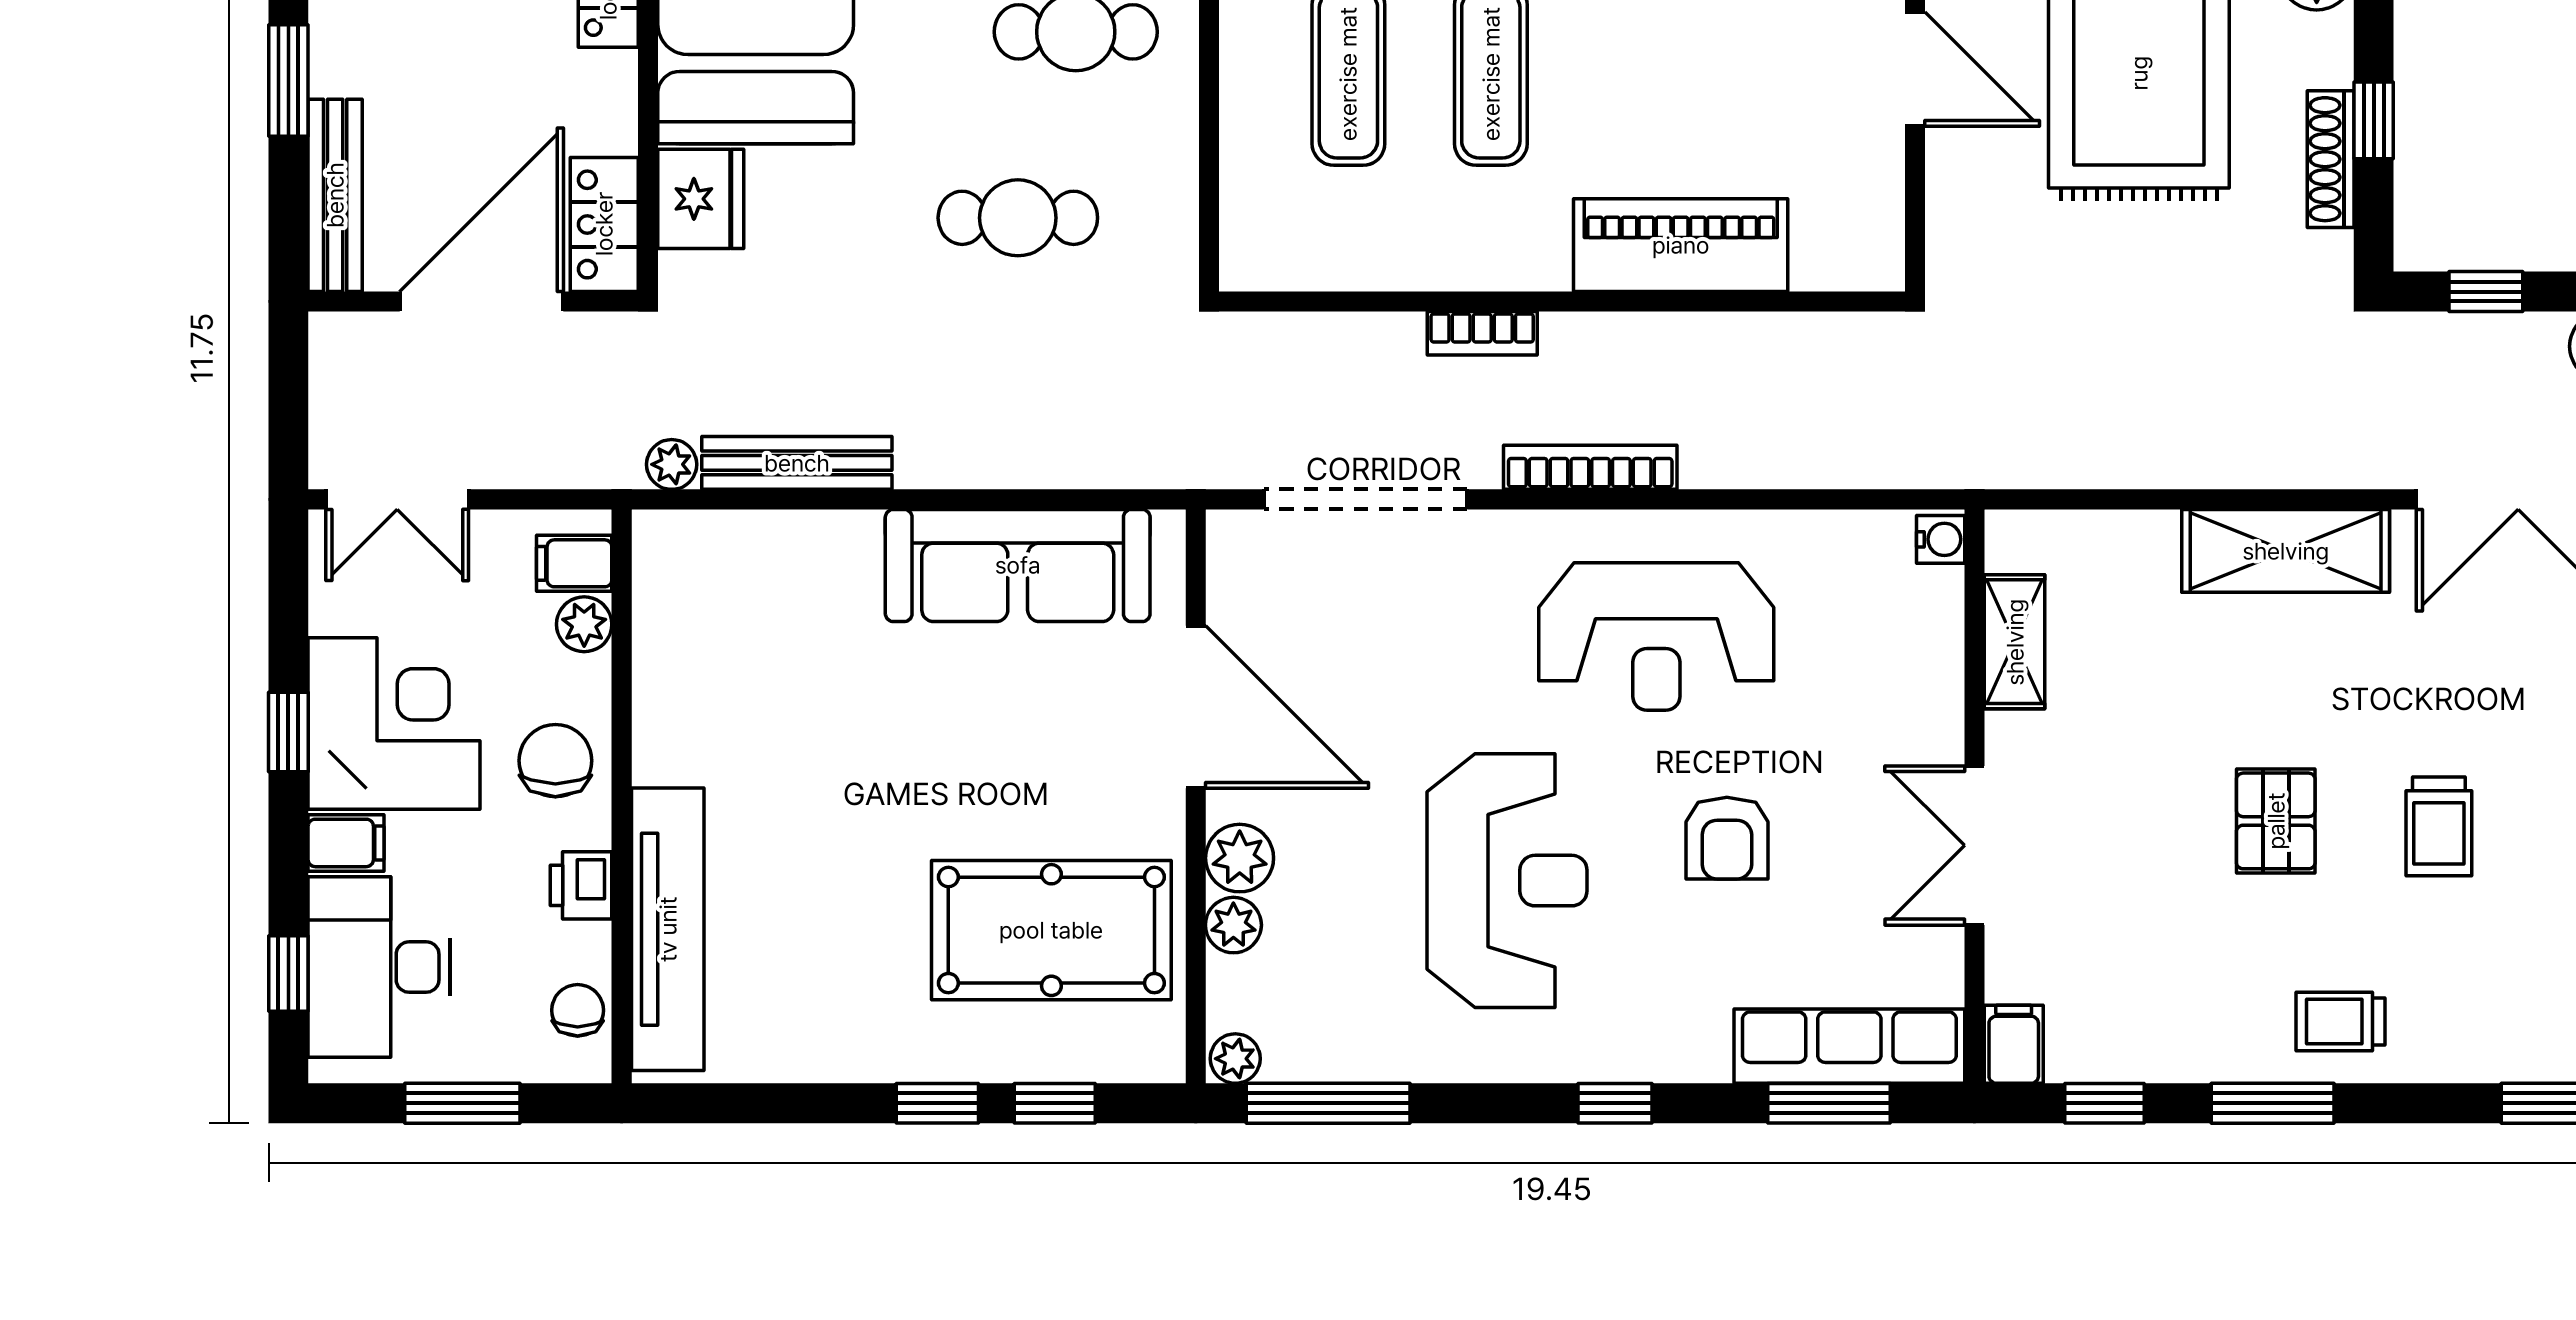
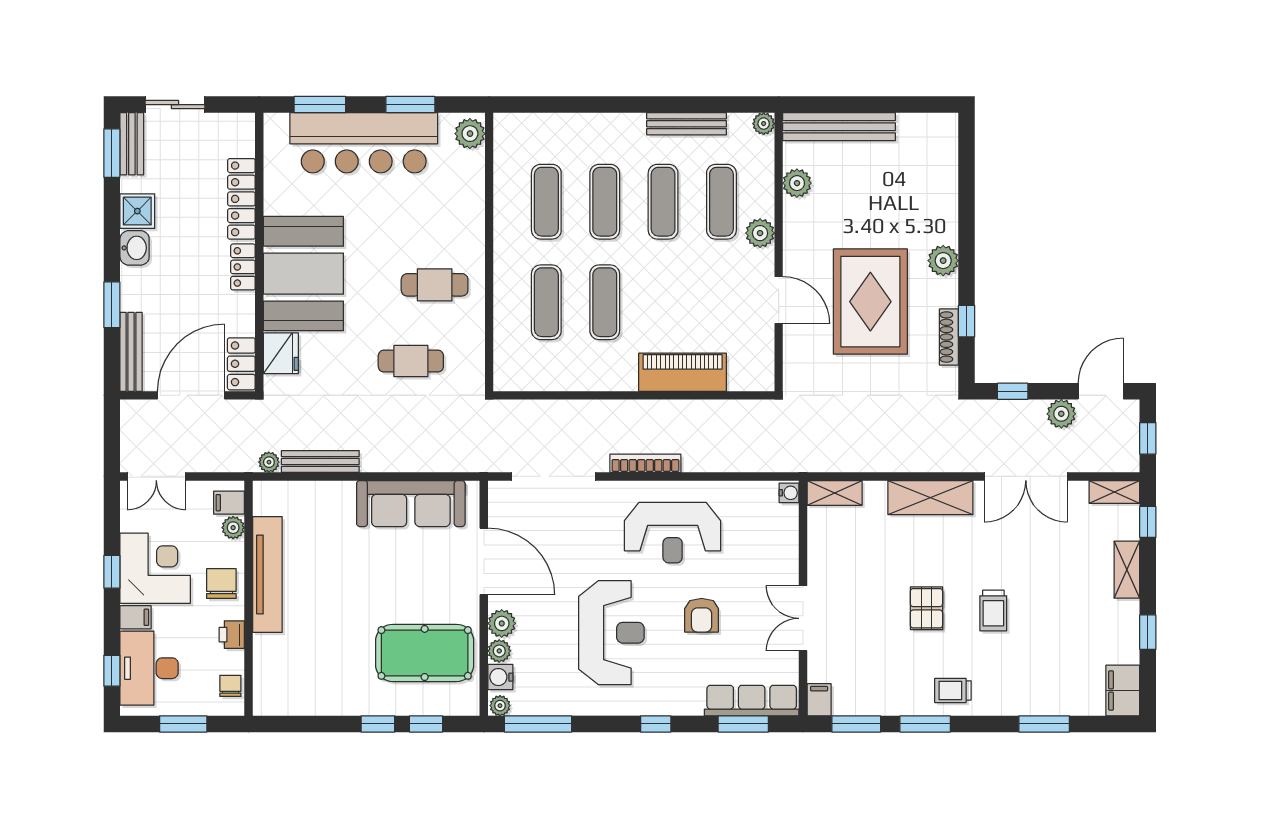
bookcase: (1482, 333) -> (601, 408), removed
shelving: (2015, 642) -> (835, 493), moved, turned 90
tv unit: (668, 929) -> (267, 575), moved
water cooler: (1236, 989) -> (500, 677), added
window: (2104, 1103) -> (856, 724), width x1.50

